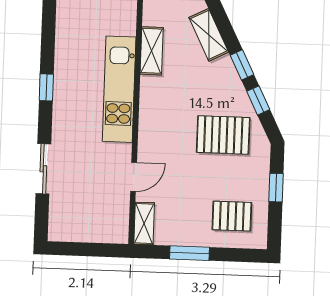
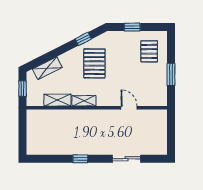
window: (242, 65) -> (64, 49), removed
kitchen unit: (119, 89) -> (80, 118), removed
pallet: (223, 135) -> (94, 63), moved
shelving: (144, 223) -> (84, 101), moved

